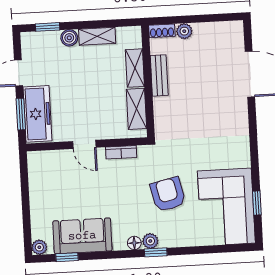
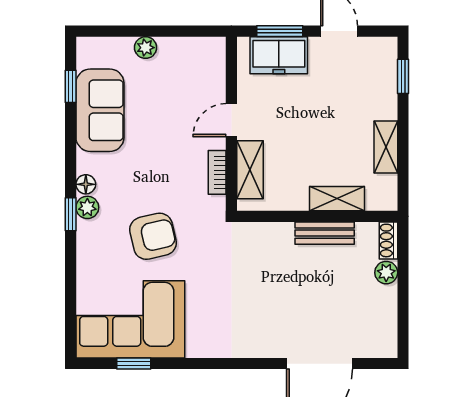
boiler: (69, 38) -> (386, 107), removed
shelving: (136, 109) -> (250, 170), moved, turned 90
freezer: (37, 114) -> (279, 55), width x0.71
plant: (39, 247) -> (146, 48), moved

